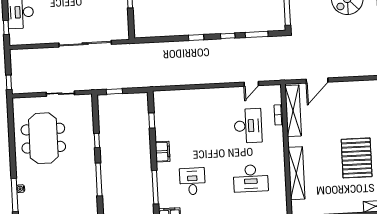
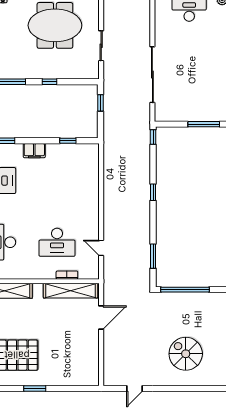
window: (228, 36) -> (153, 137), moved
door: (317, 81) -> (101, 318), swing flipped

